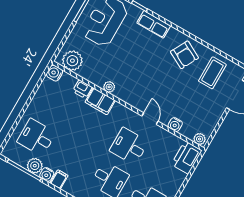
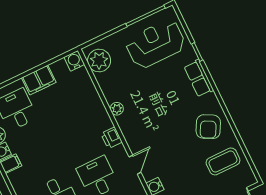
printer: (82, 89) -> (112, 138), moved
filing cabinet: (100, 101) -> (39, 80), moved, turned -90

